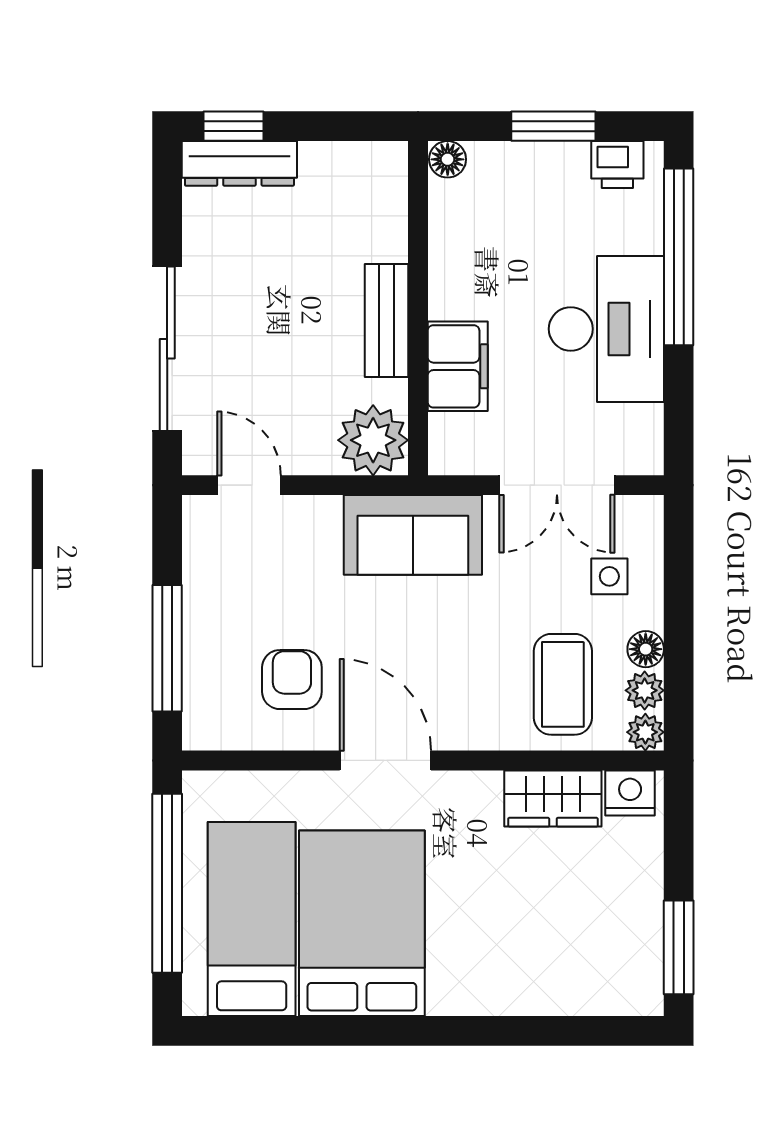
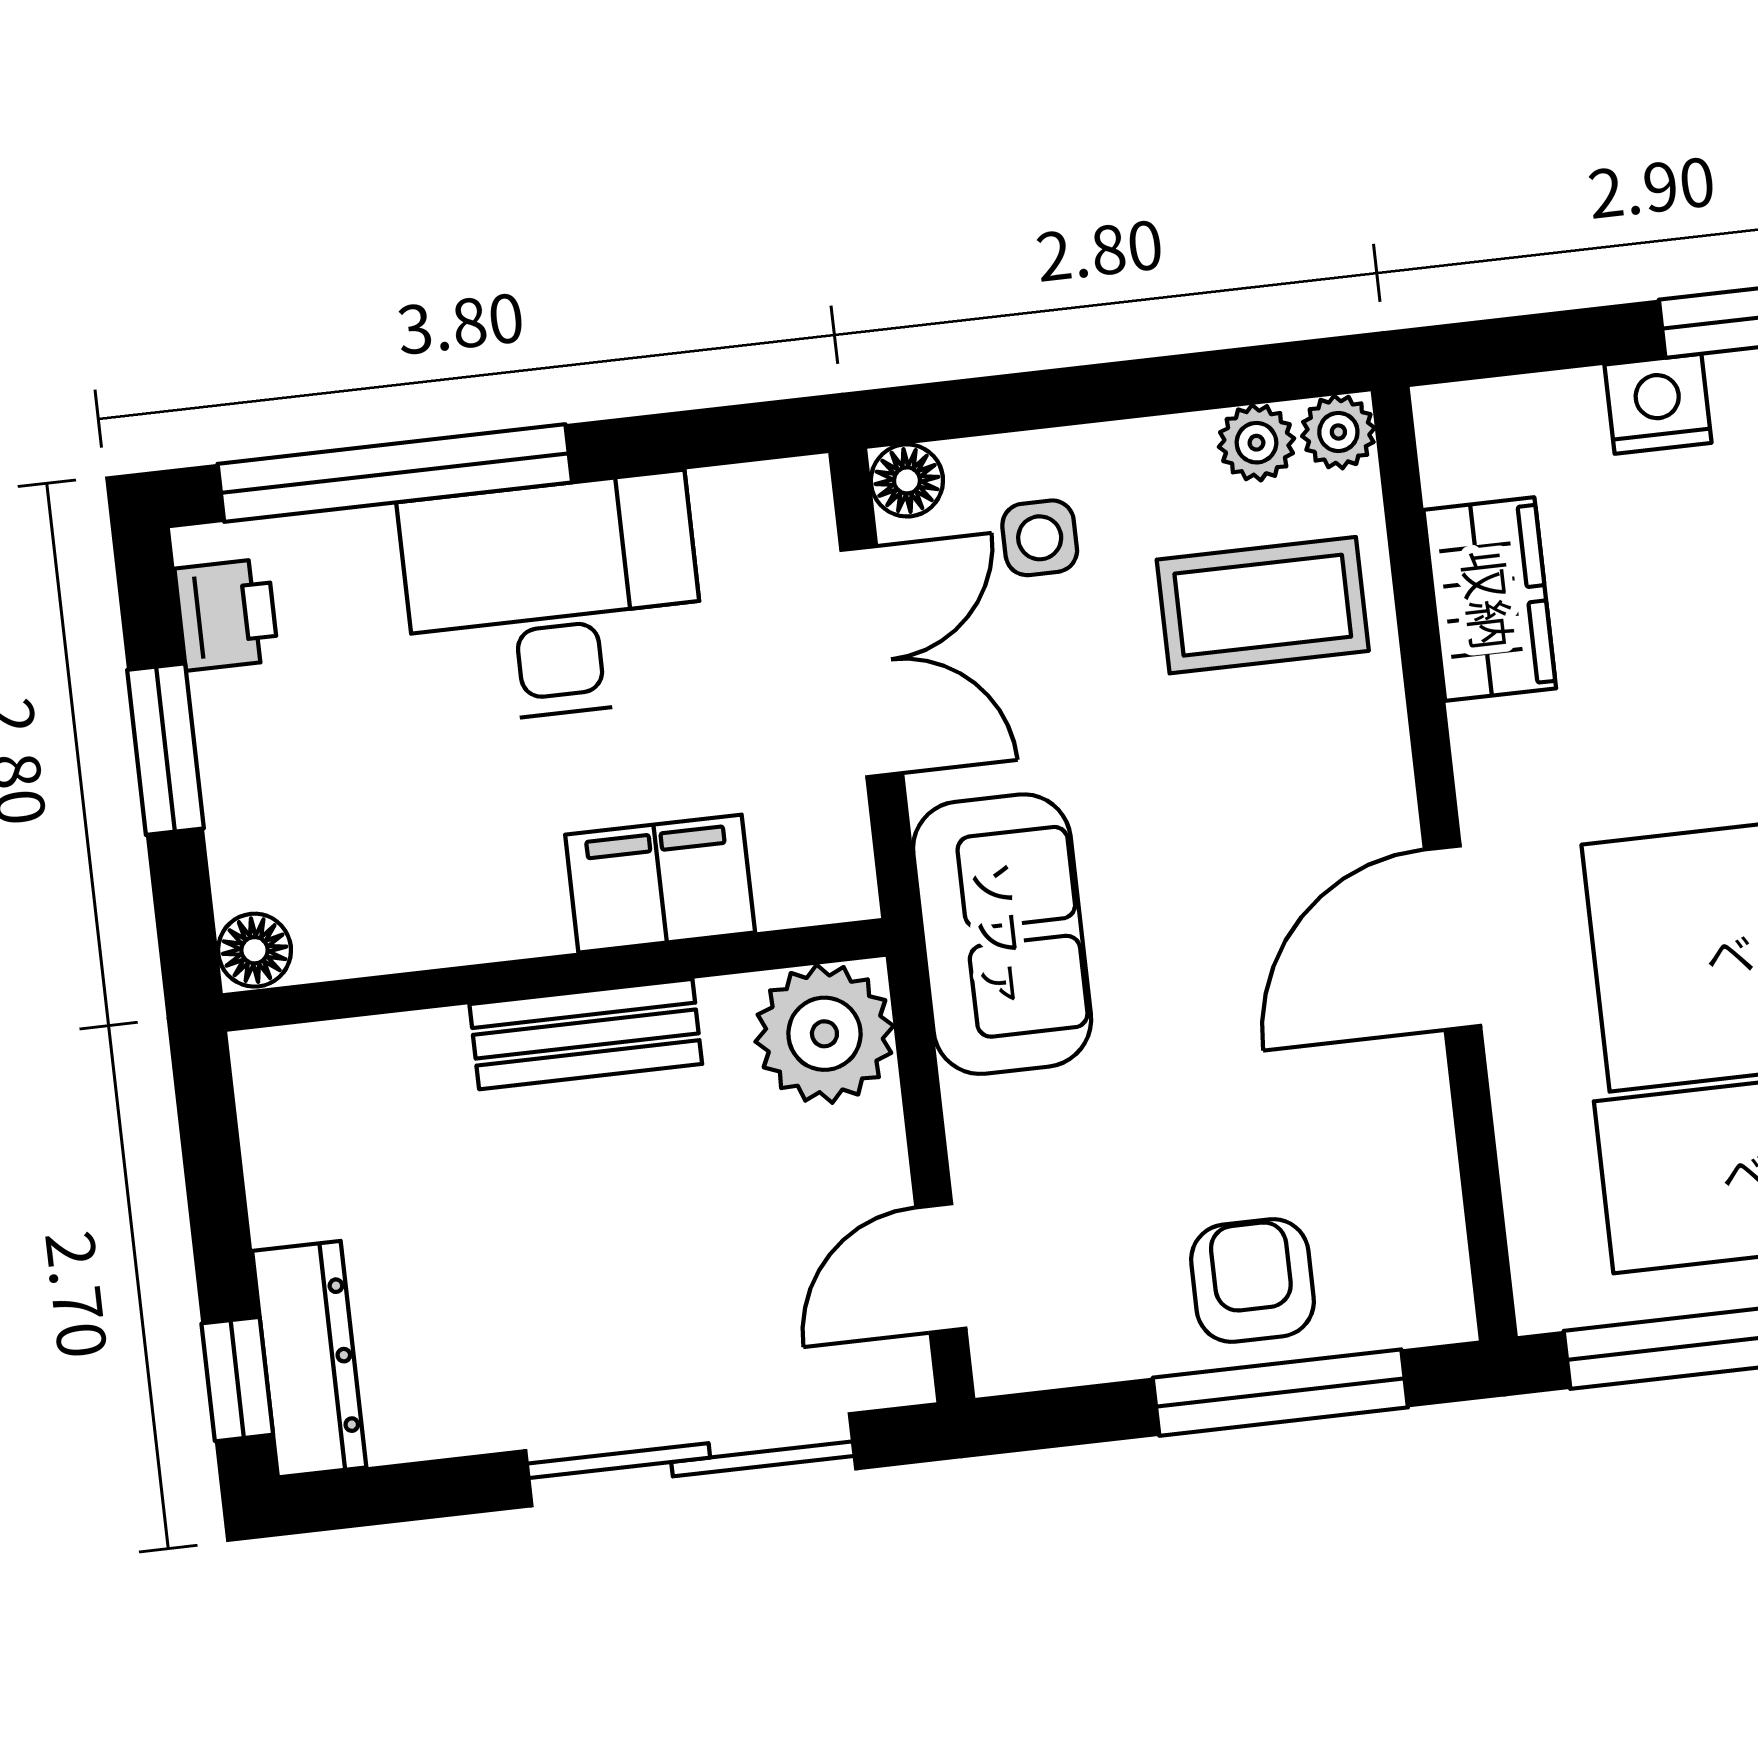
floor lamp: (646, 649) -> (907, 480), moved
armchair: (292, 680) -> (1252, 1281), moved, turned 90
nightstand: (630, 793) -> (1658, 404), moved, turned 90

